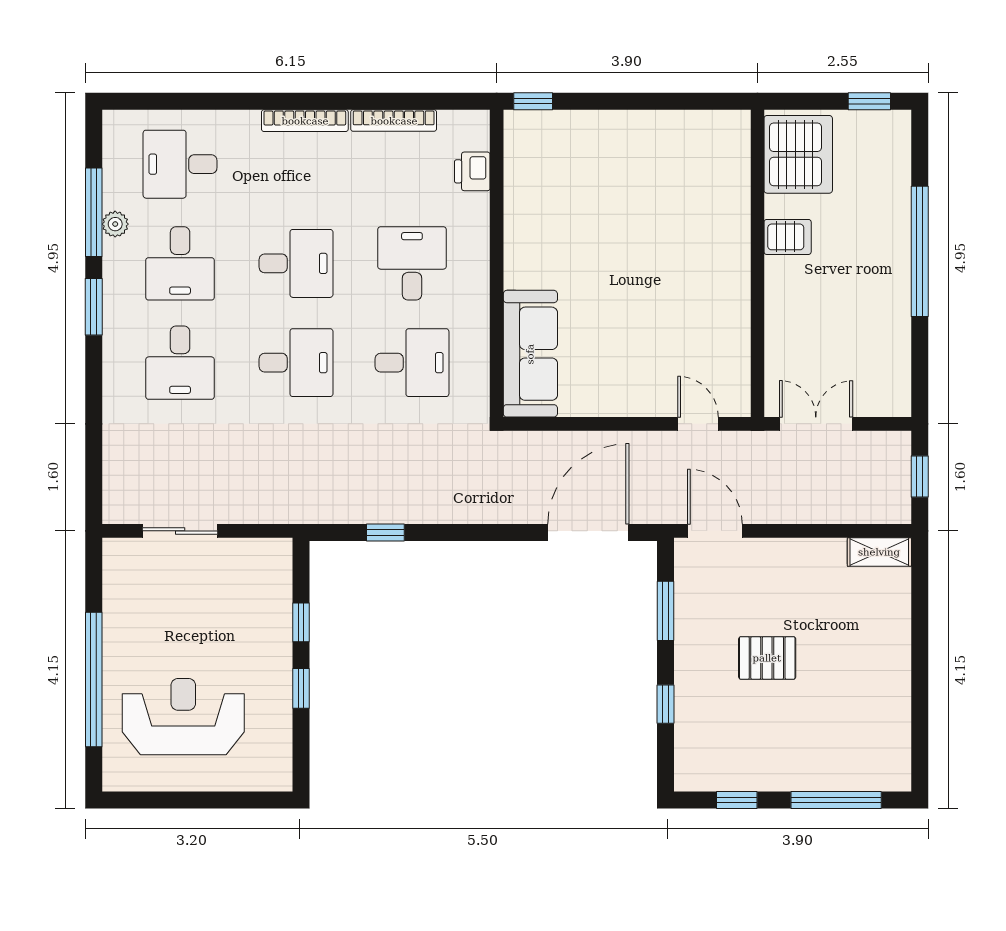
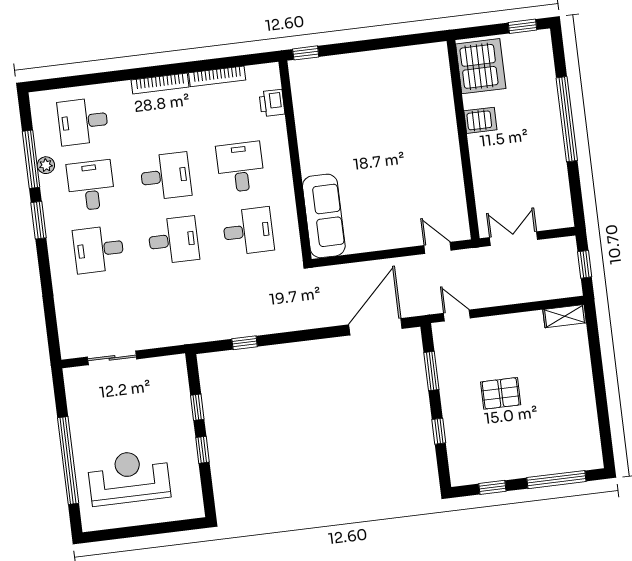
desk: (180, 263) -> (91, 185), turned 180
desk: (180, 363) -> (99, 249), turned 90
door: (715, 531) -> (457, 316), width x0.73

